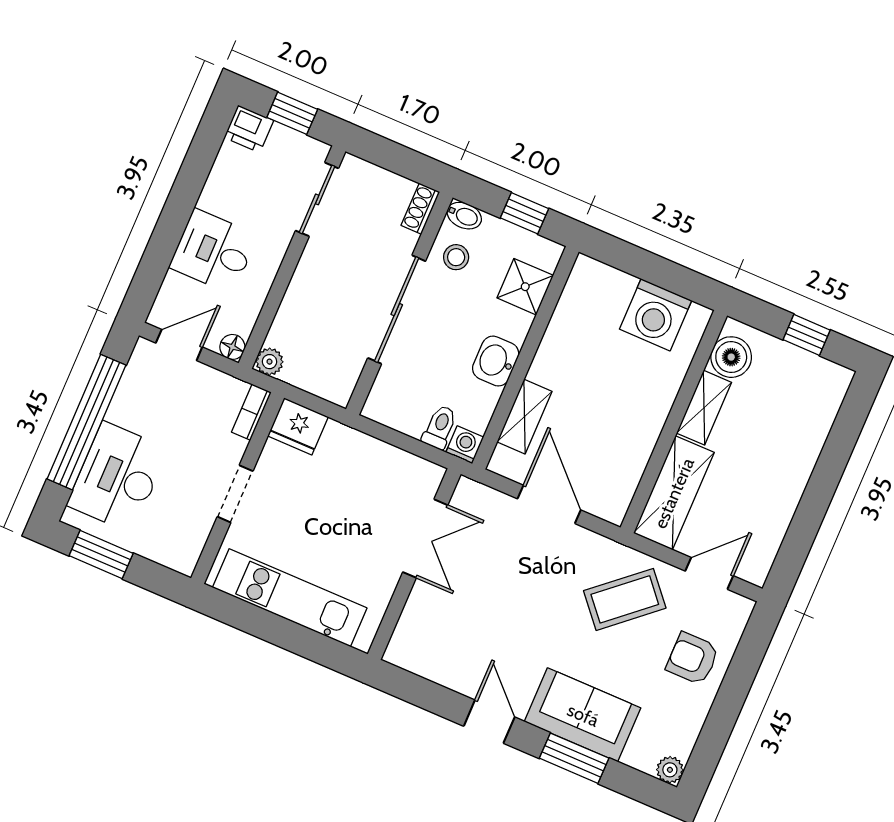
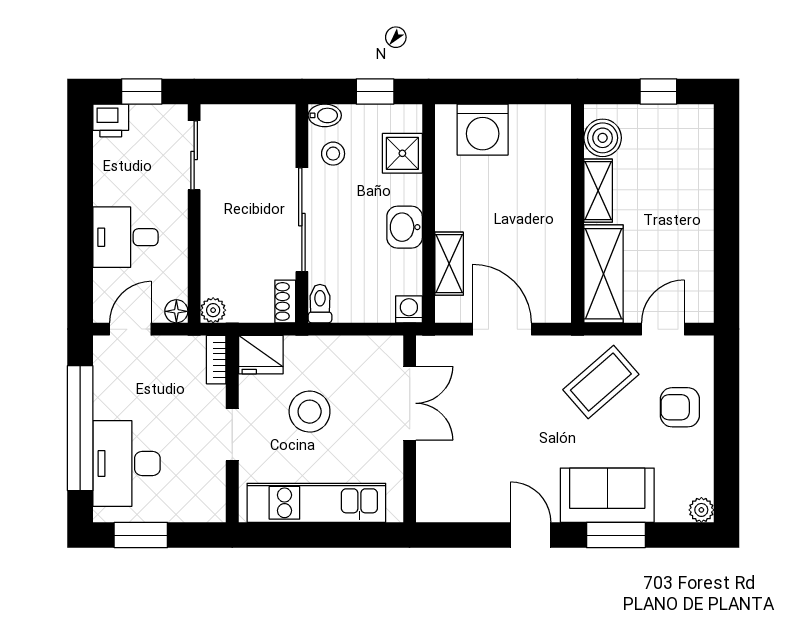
shoe rack: (420, 209) -> (285, 301), moved
washing machine: (656, 315) -> (483, 130), moved
toilet: (440, 427) -> (320, 304), moved
stool: (322, 504) -> (310, 412), added

